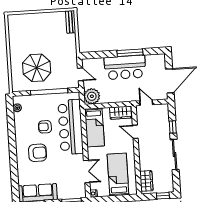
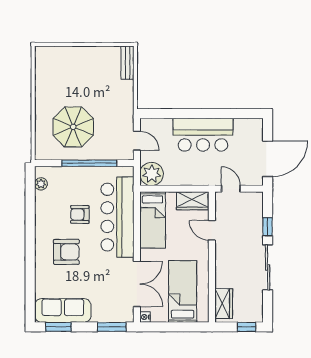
window: (130, 53) -> (212, 114), removed
double door: (87, 171) -> (137, 284), width x1.37

